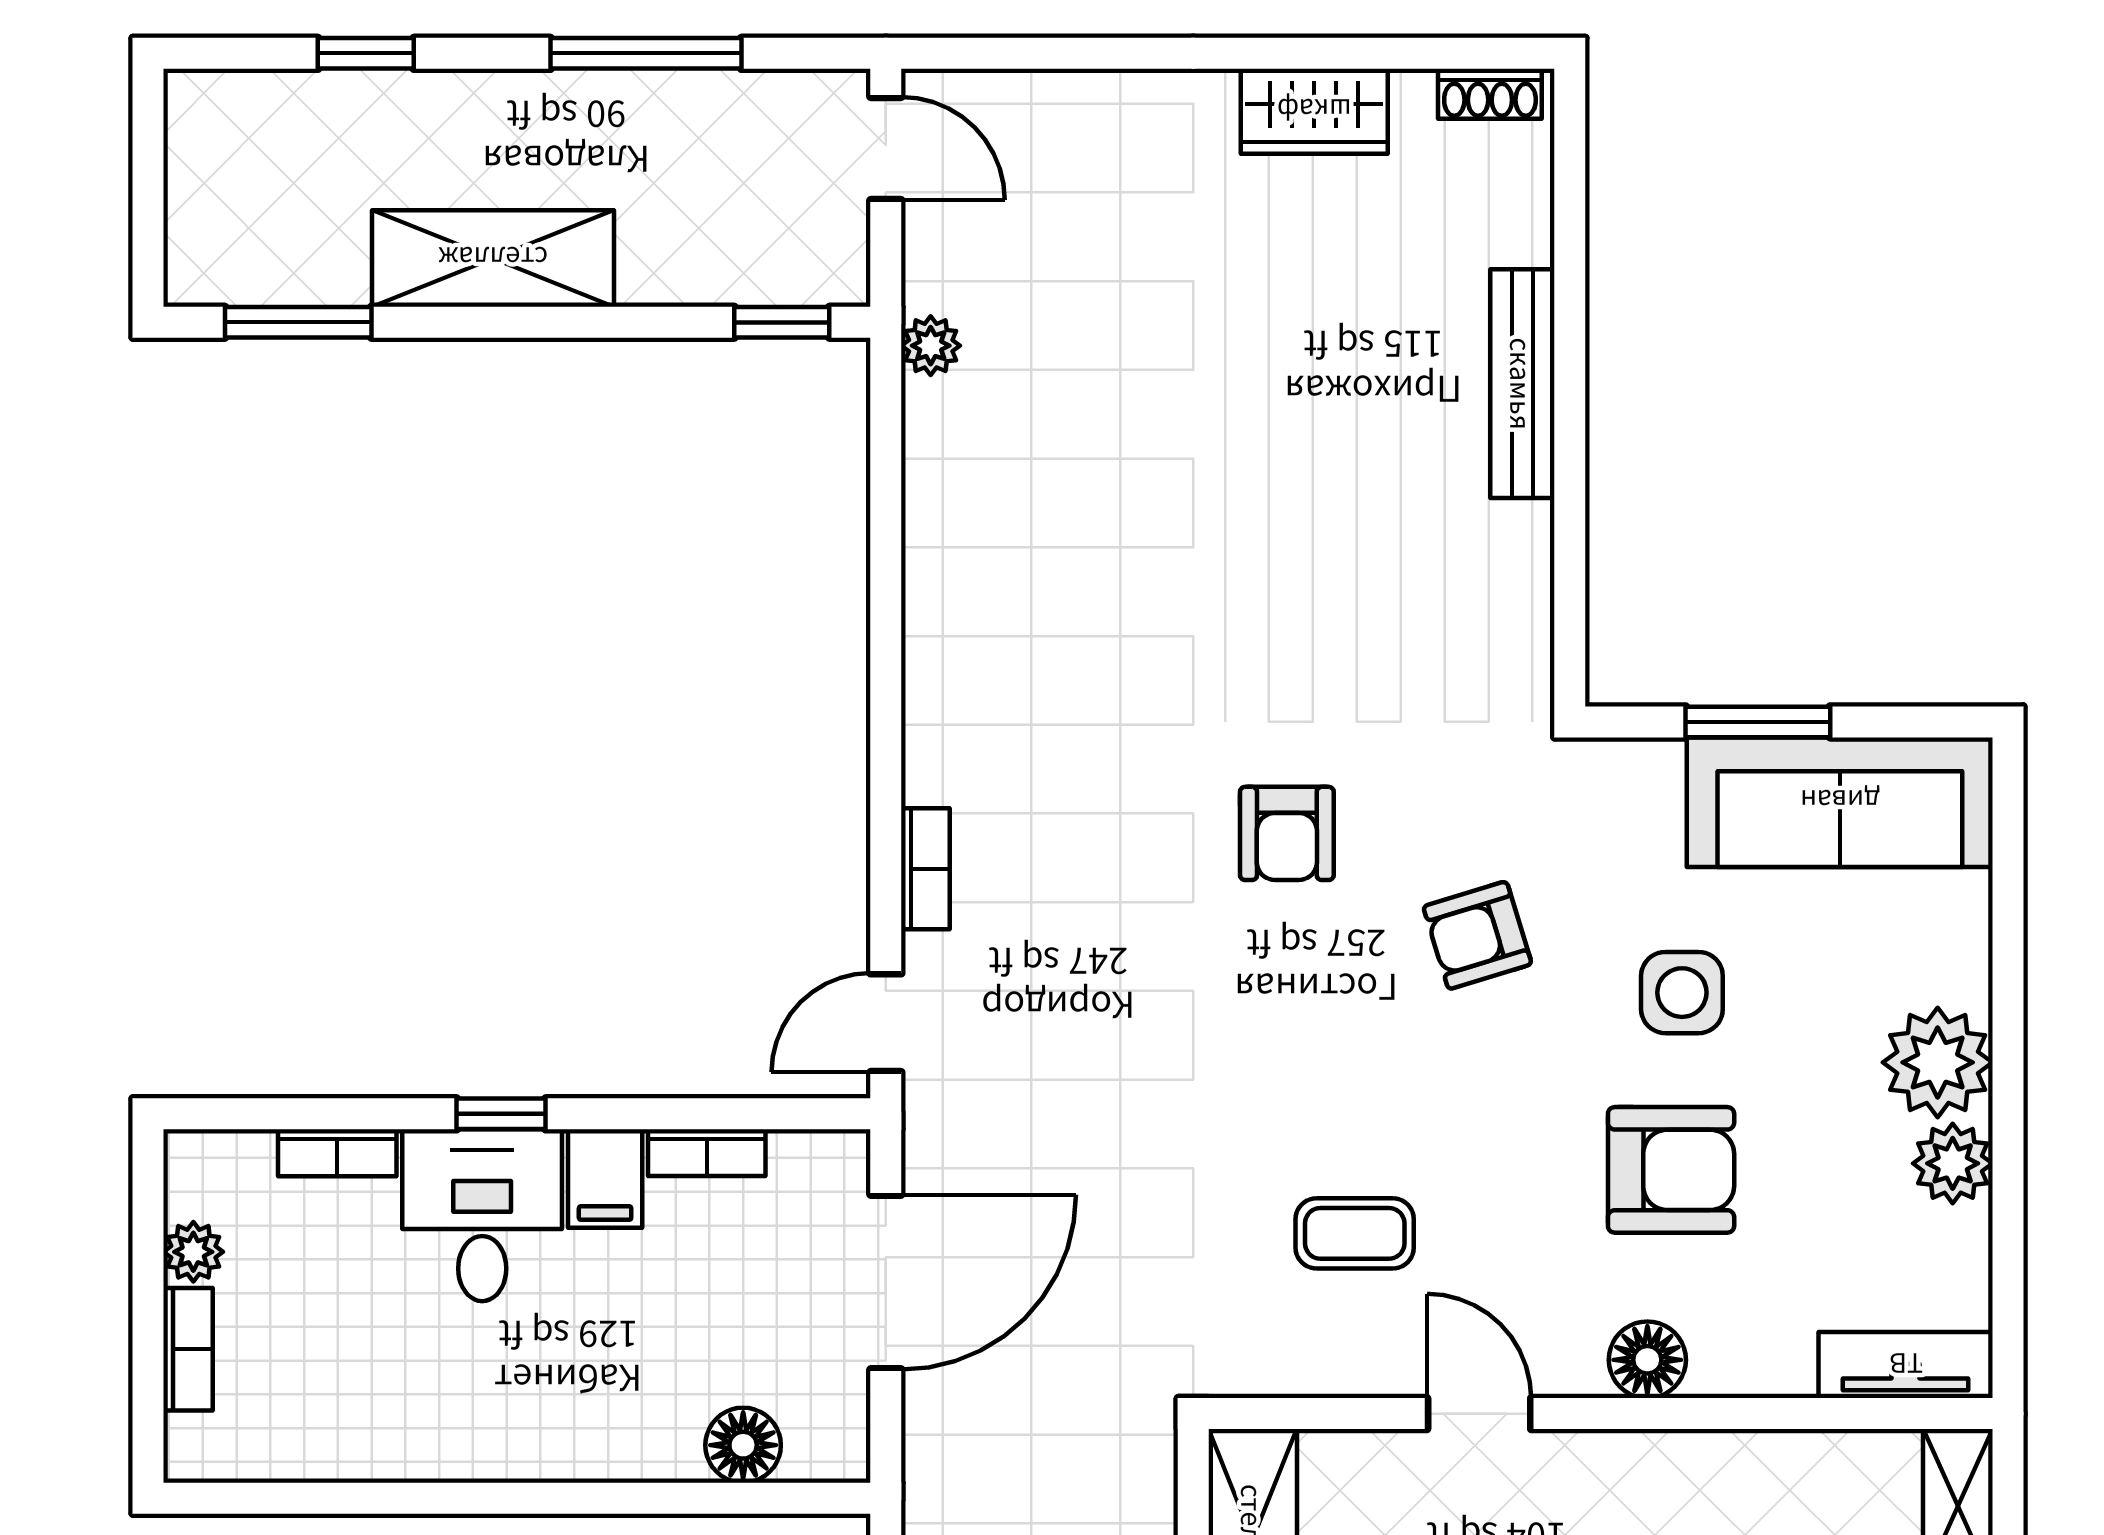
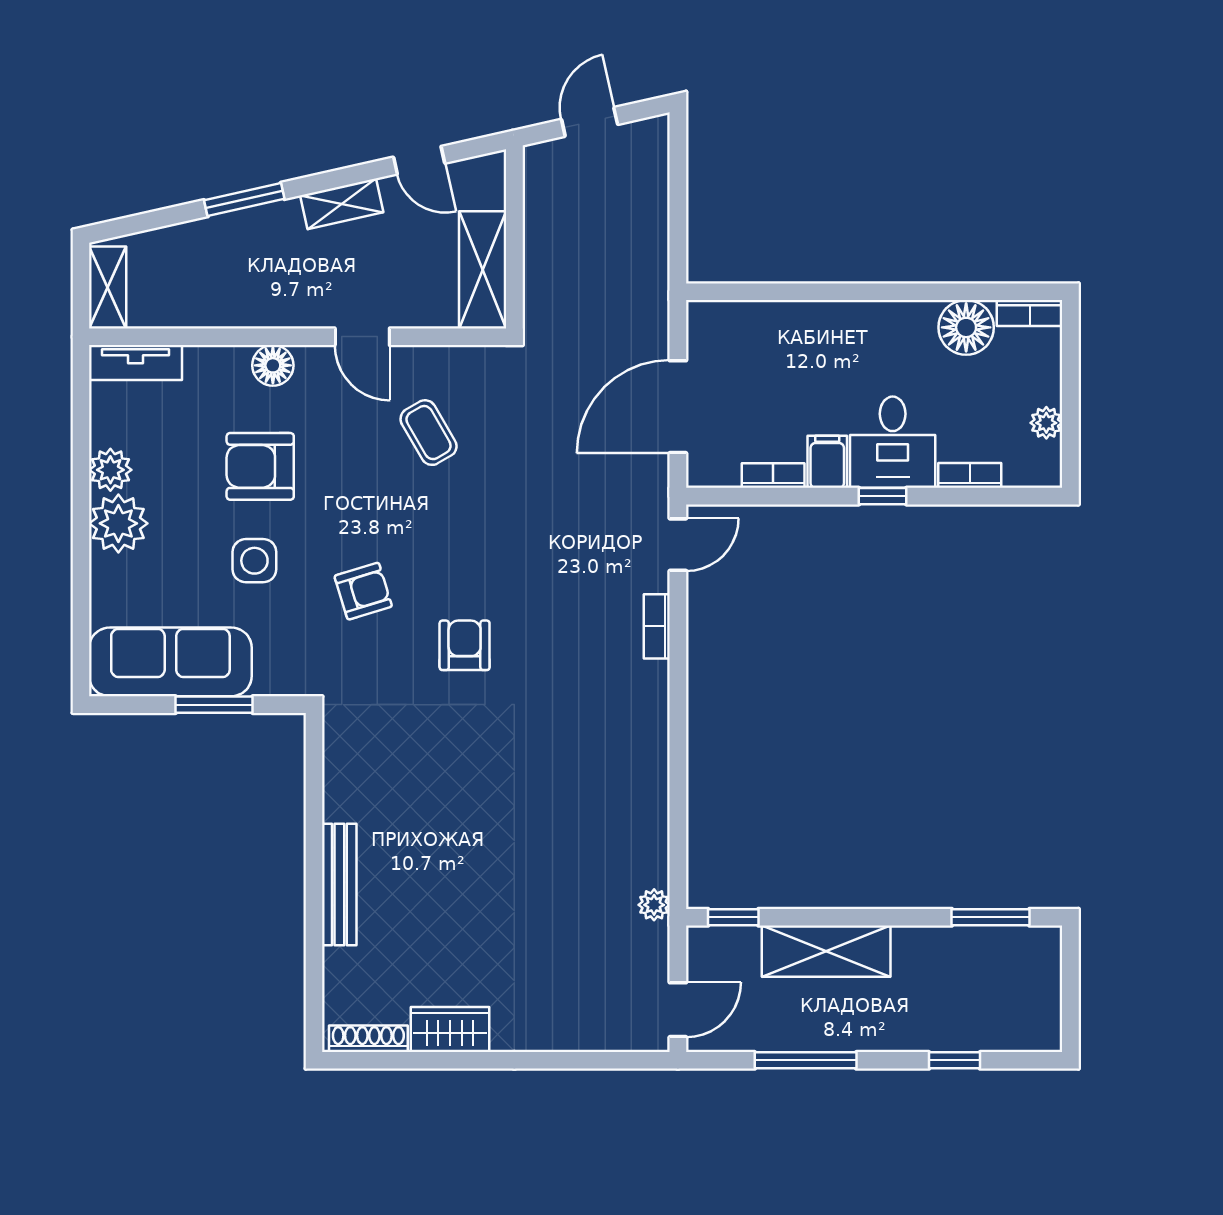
shoe rack: (1490, 94) -> (368, 1039), width x1.43
door: (886, 149) -> (678, 1010), swing flipped
shelving: (493, 259) -> (826, 951), moved
coffee table: (1355, 1233) -> (429, 433), turned 60
bookcase: (188, 1349) -> (1030, 313), moved, turned -90
floor lamp: (743, 1445) -> (966, 327), moved, width x1.38, depth x1.38

